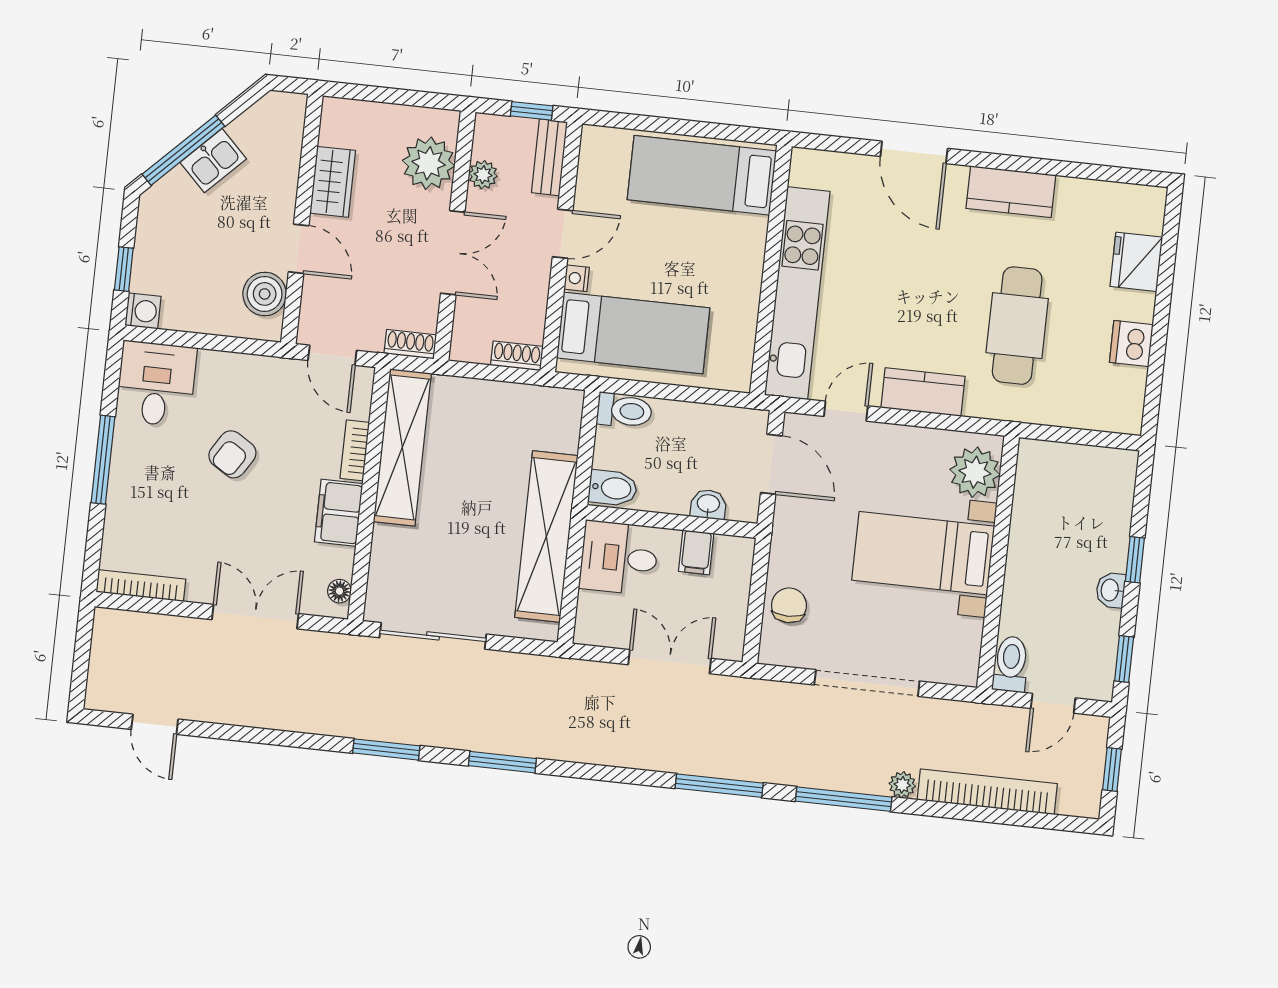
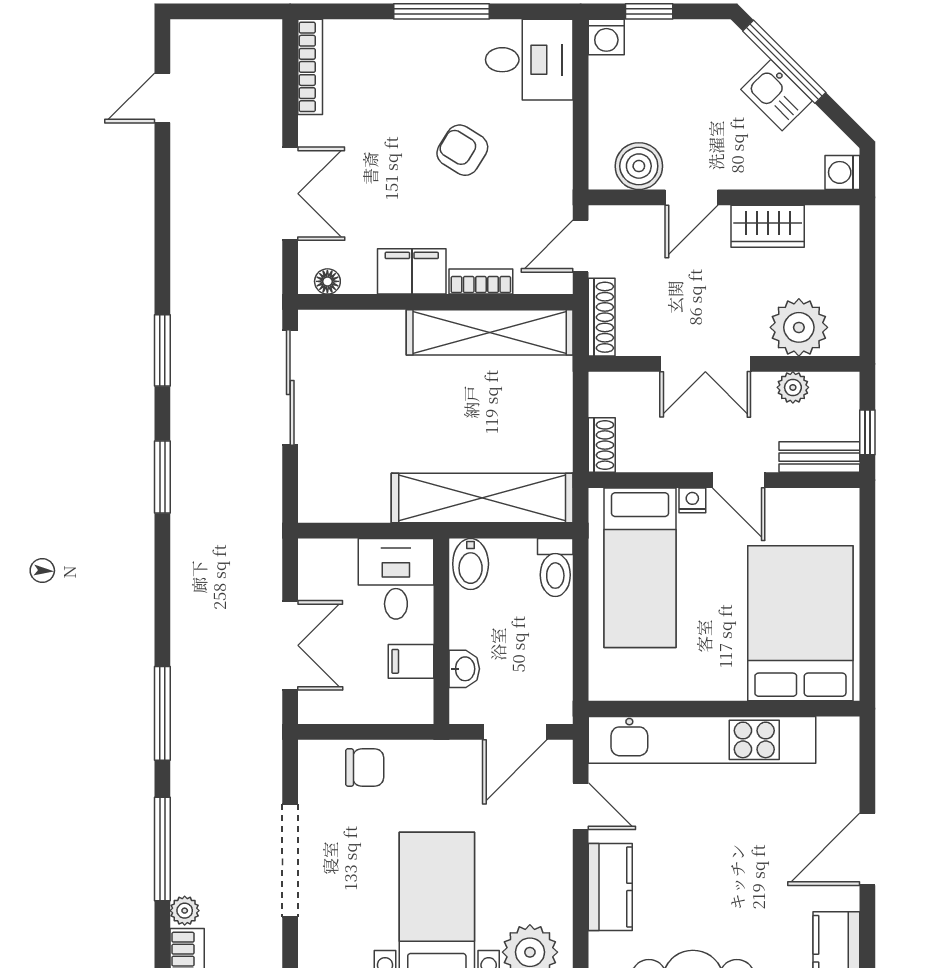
washing machine: (291, 108) -> (842, 172), added
bed: (702, 175) -> (800, 623), width x1.50
shoe rack: (410, 344) -> (602, 317), width x1.43
shelving: (546, 536) -> (482, 498), moved

